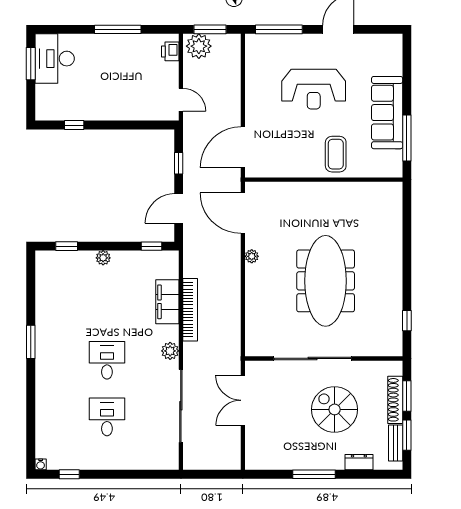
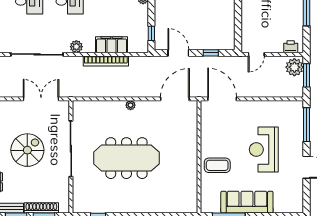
plant: (252, 256) -> (130, 105), moved
spiral stairs: (335, 409) -> (27, 150), moved

